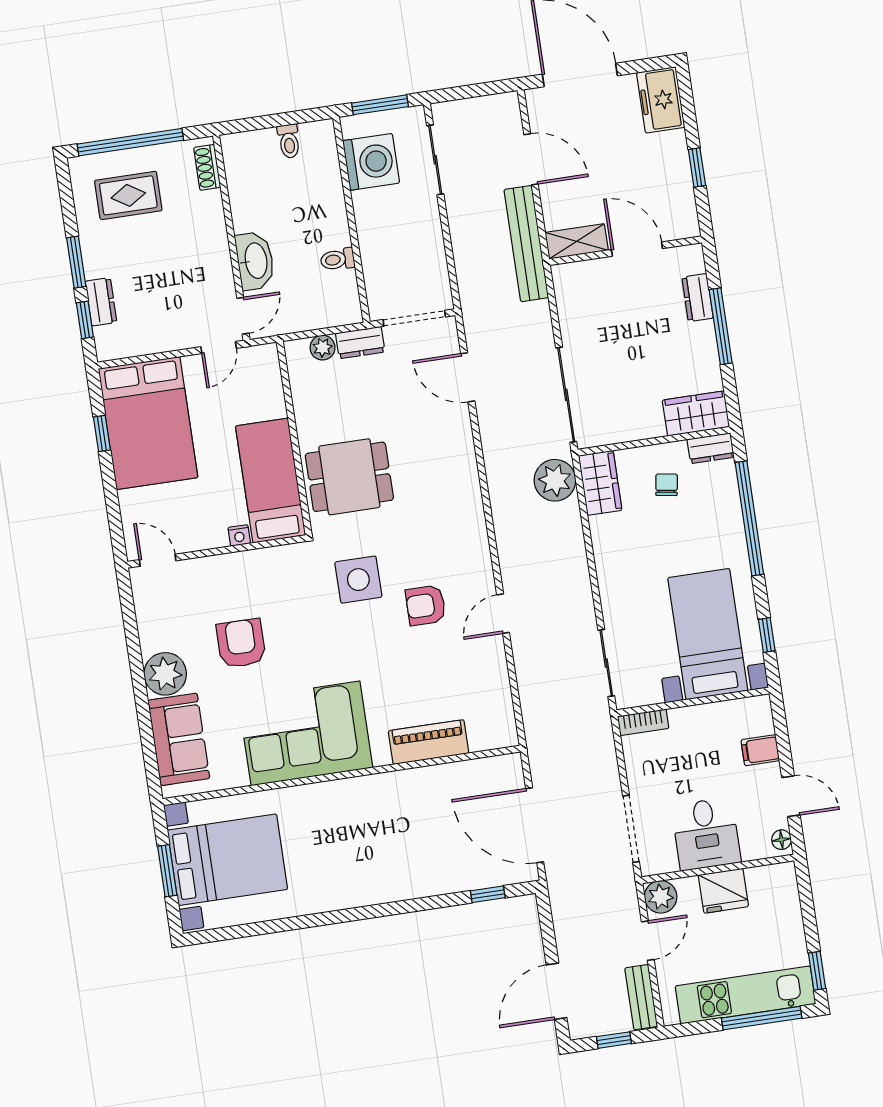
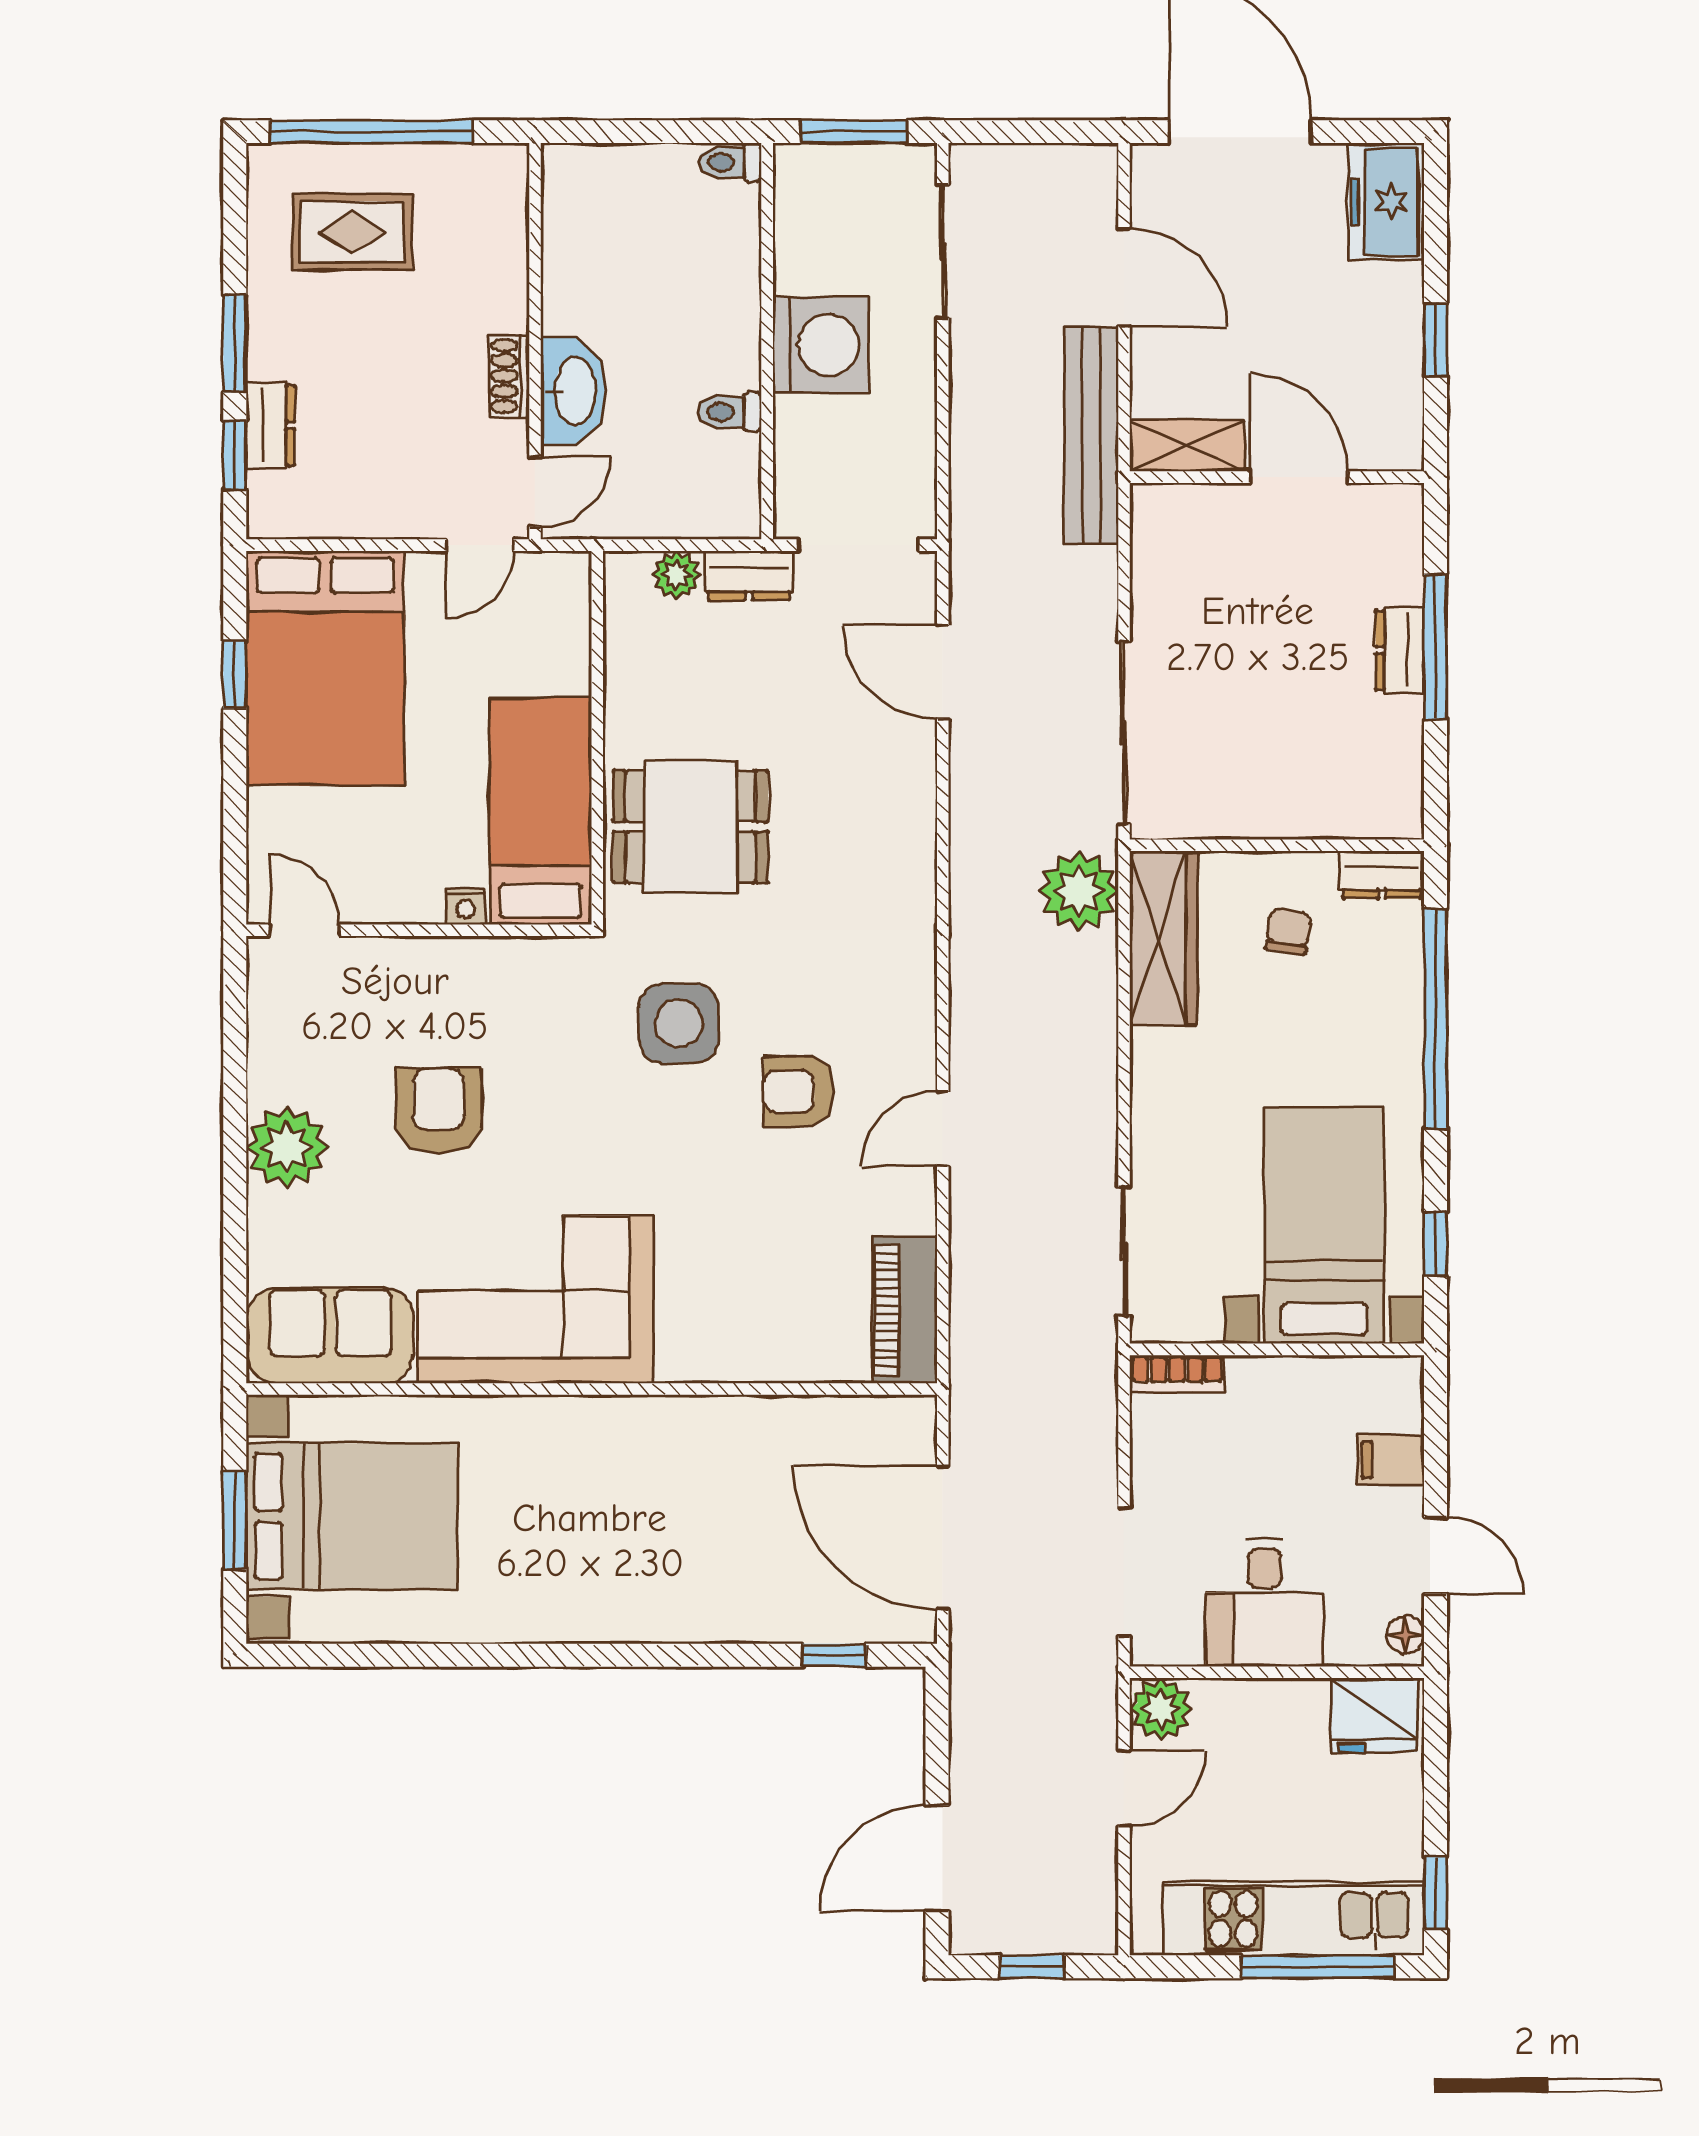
toilet: (289, 141) -> (730, 162), moved, turned 90
washing machine: (371, 162) -> (821, 345), moved
shoe rack: (207, 167) -> (509, 376), moved
dresser: (698, 298) -> (1400, 650), moved
wardrobe: (696, 413) -> (1364, 805), removed
wardrobe: (600, 483) -> (1163, 938), width x1.50
sofa: (179, 739) -> (330, 1336), moved, turned -90
piano: (429, 742) -> (904, 1310), moved, turned -90
fridge: (723, 891) -> (1374, 1715), moved
bench: (641, 997) -> (1095, 1893), removed

